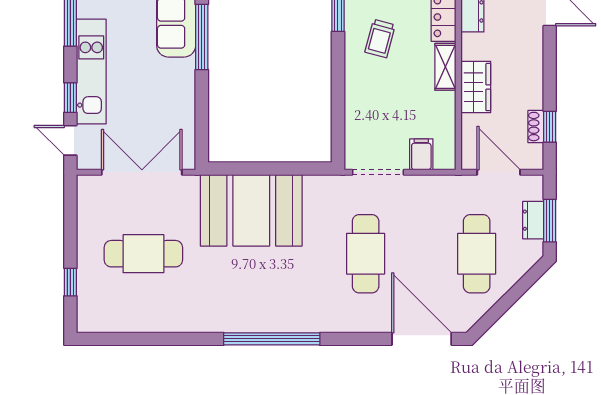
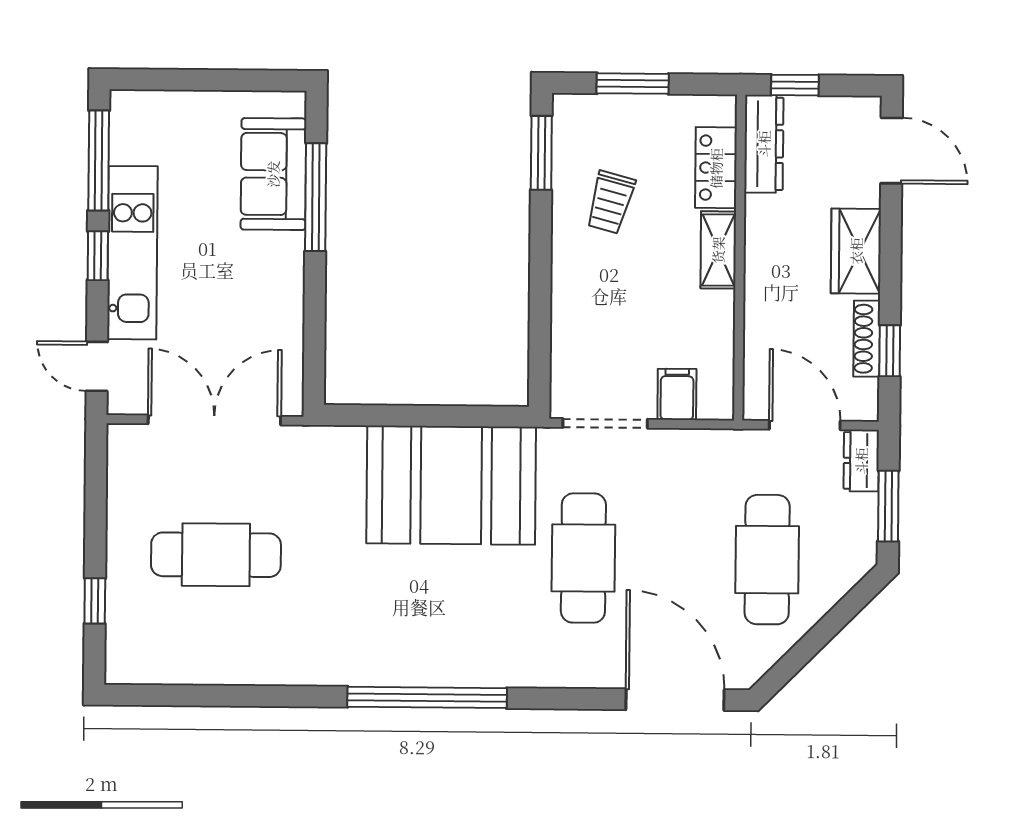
wardrobe: (476, 87) -> (856, 251), moved, turned 180
window: (70, 98) -> (98, 256), moved
shoe rack: (536, 127) -> (867, 339), width x1.43
booth: (251, 210) -> (451, 485), moved
dresser: (533, 220) -> (861, 461), moved

